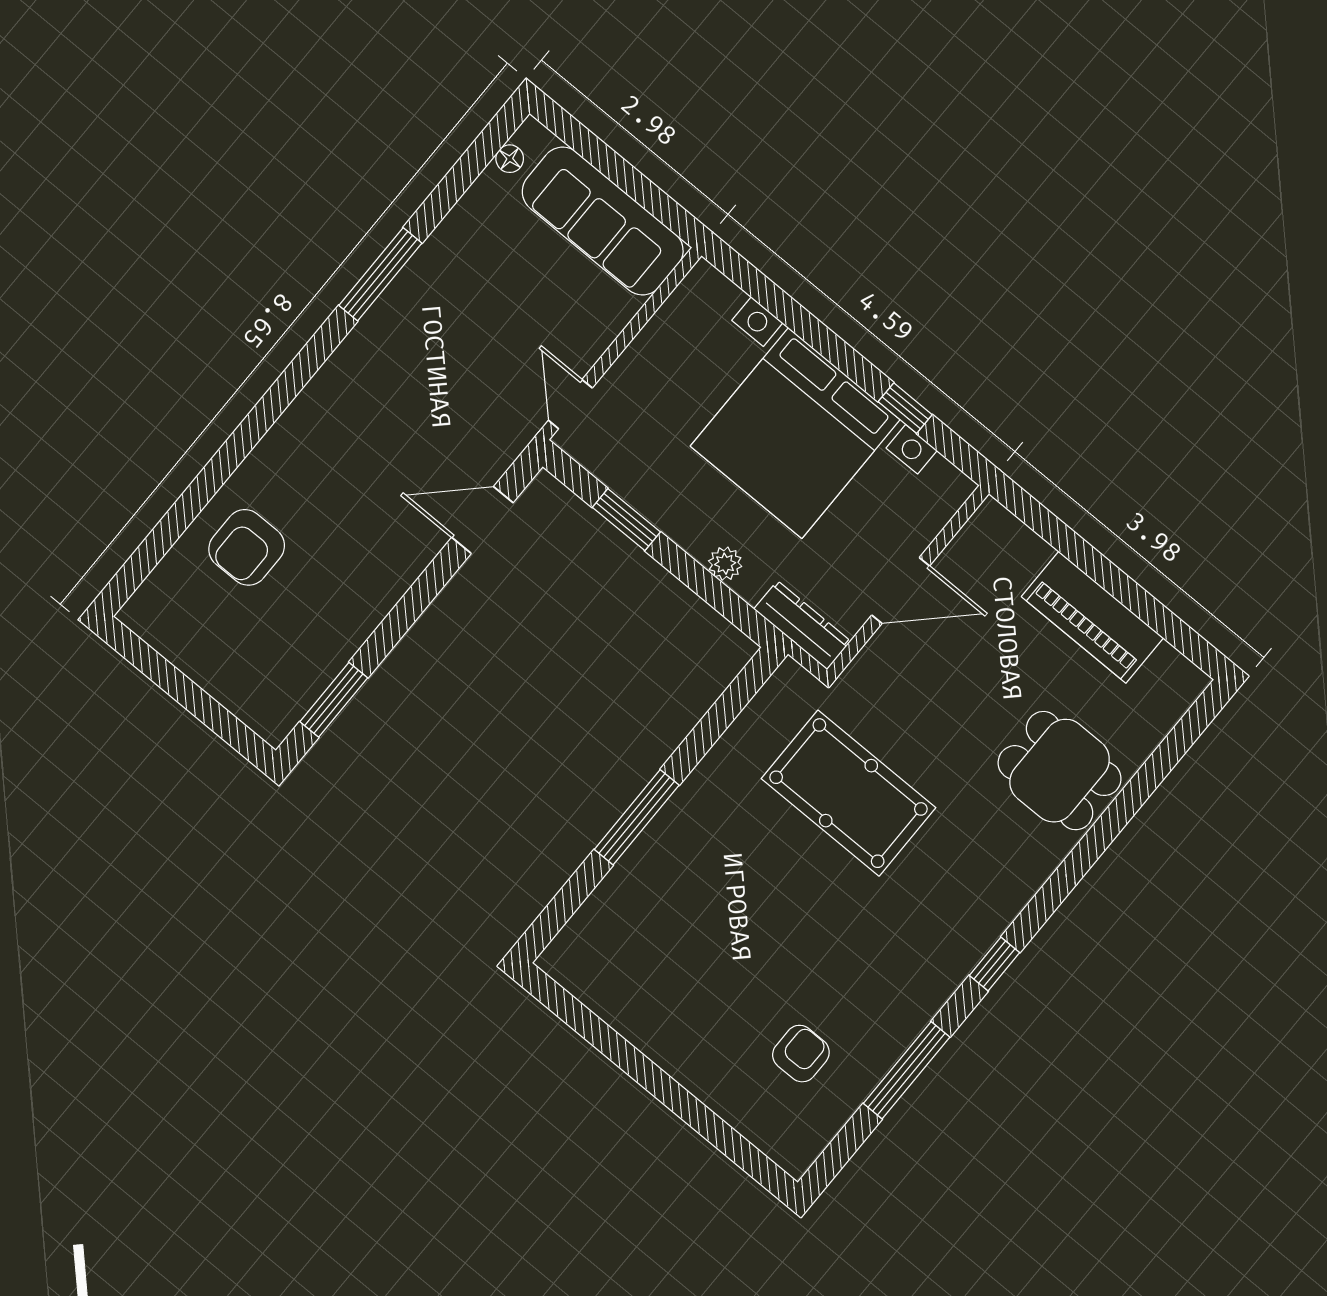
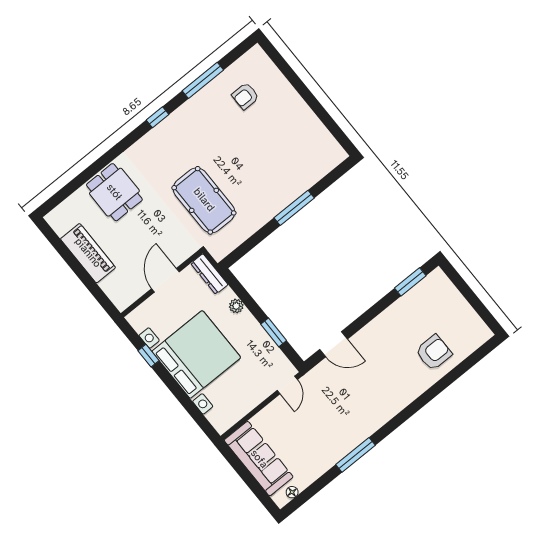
door: (901, 591) -> (165, 280), hinge flipped

